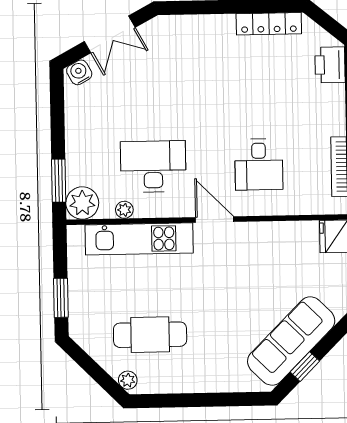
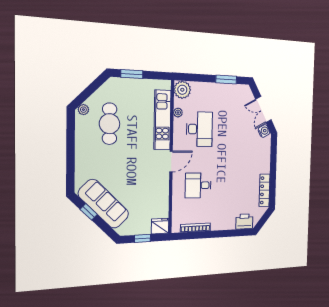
water cooler: (79, 72) -> (264, 131), moved
window: (59, 181) -> (226, 80), moved

